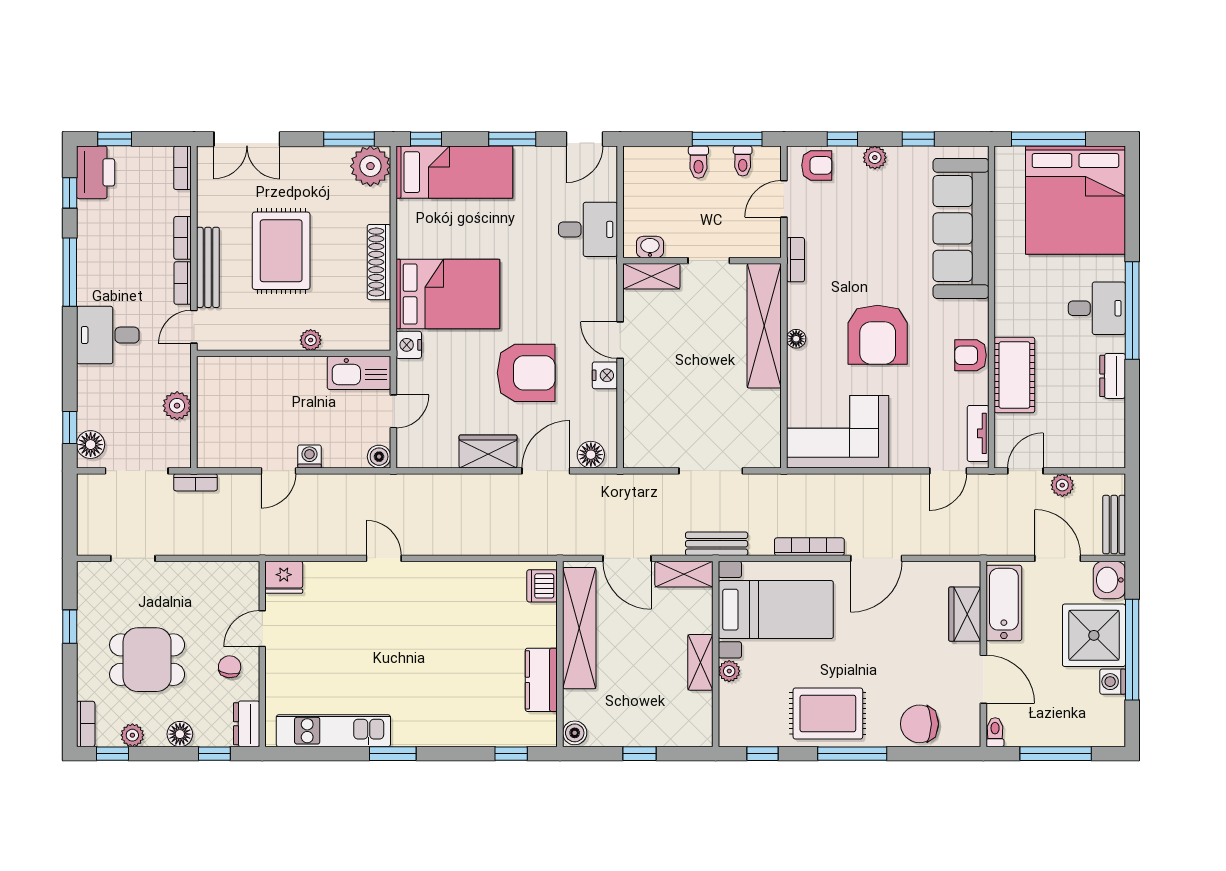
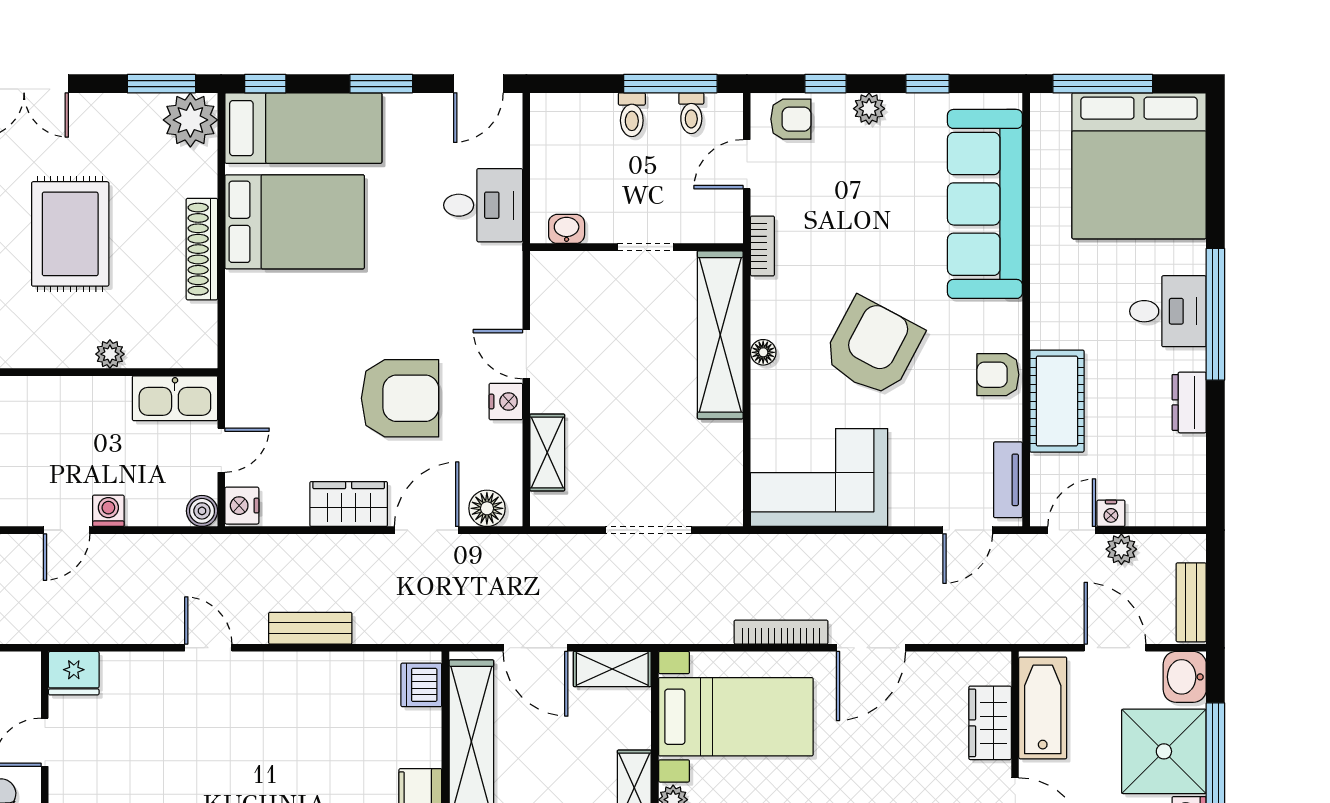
shelving: (651, 276) -> (547, 452), moved, turned 90
bed: (448, 294) -> (295, 222), moved
armchair: (878, 335) -> (873, 347), turned -152
nightstand: (409, 345) -> (242, 506), moved
nightstand: (1055, 458) -> (1111, 513), added
bench: (717, 544) -> (310, 628), moved

